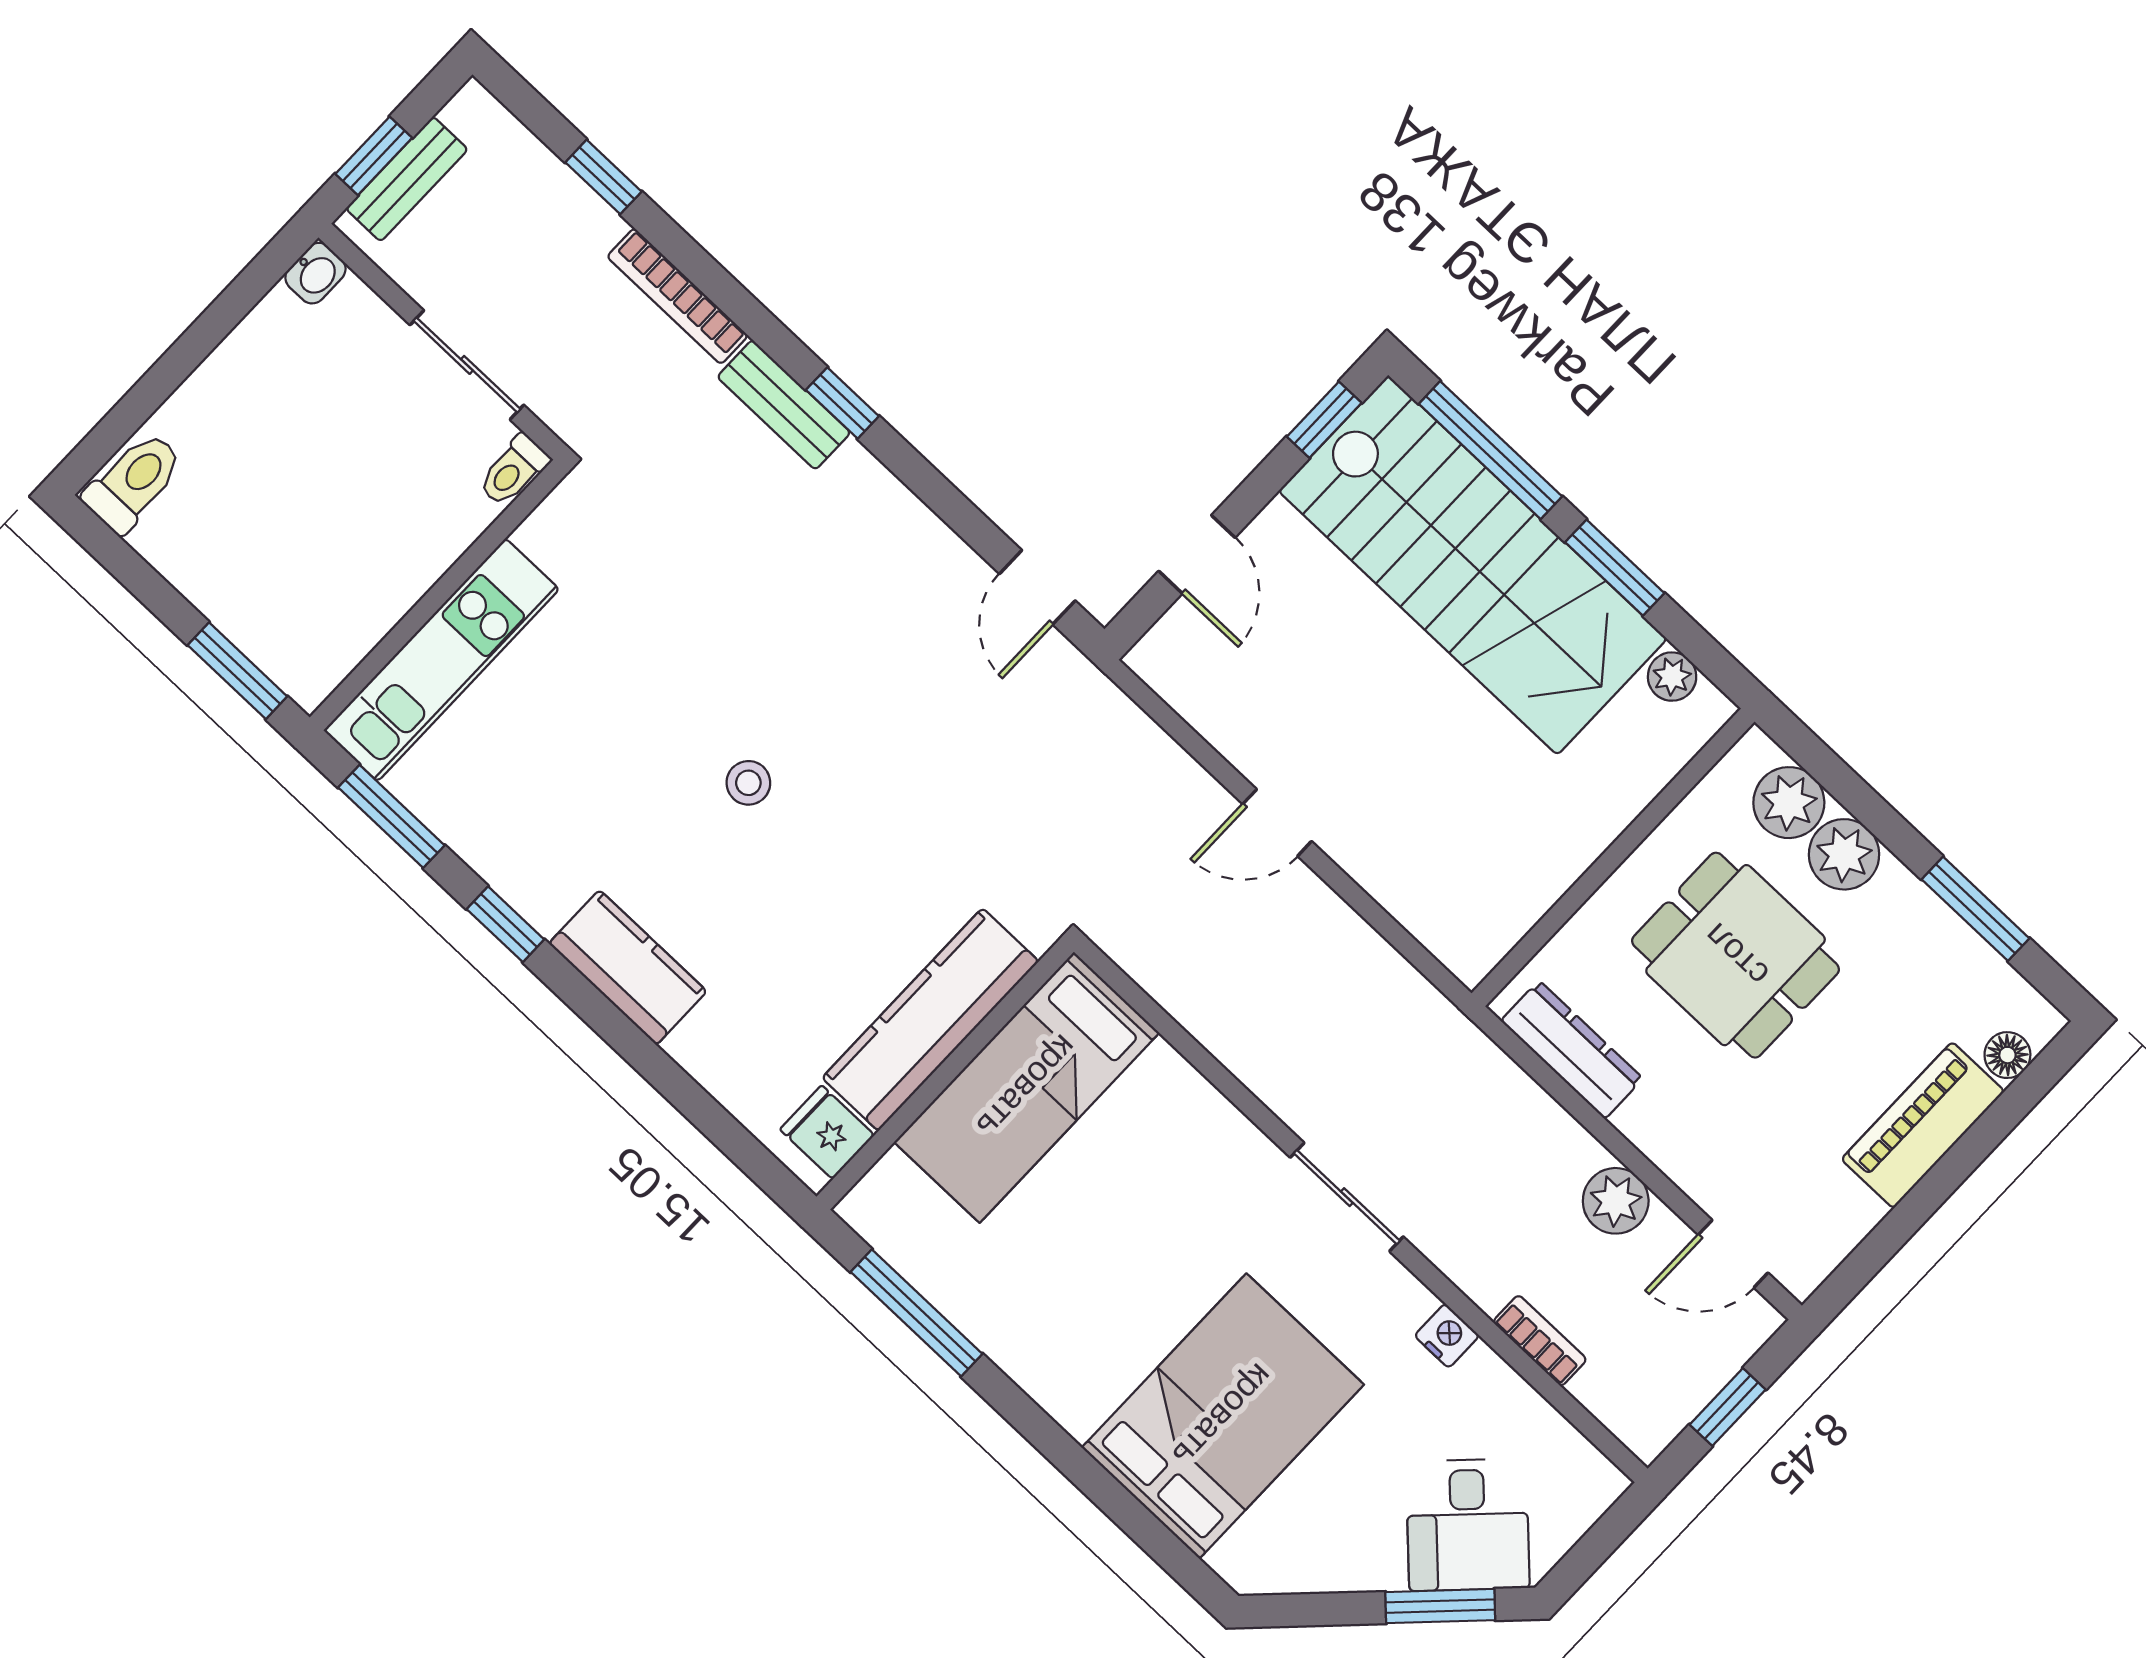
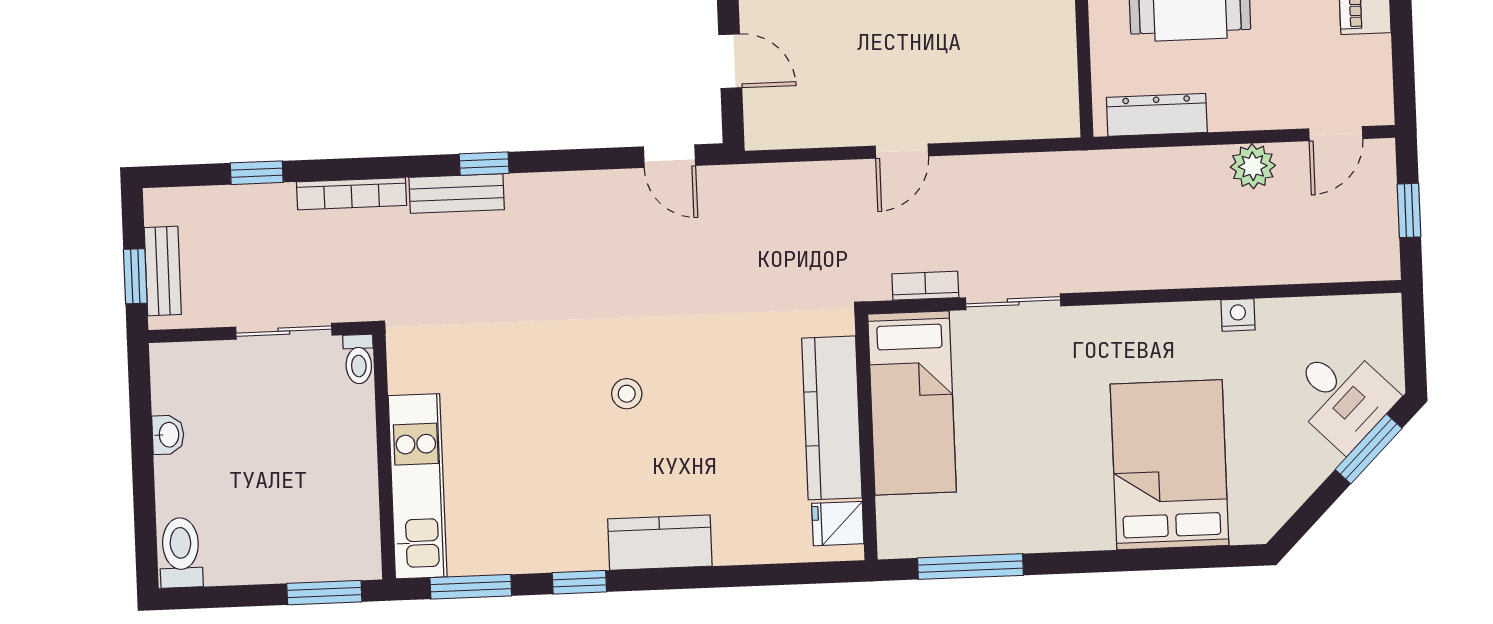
washbasin: (315, 273) -> (168, 435), moved
sliding door: (1347, 1197) -> (1013, 302), moved
bookcase: (1540, 1341) -> (925, 286), moved

